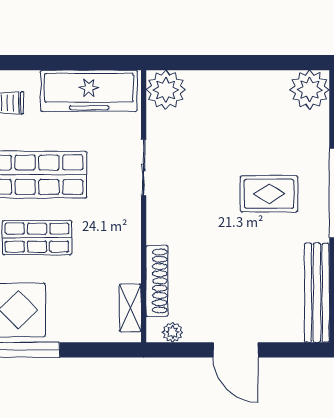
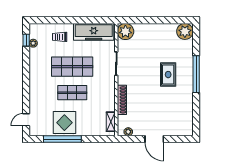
rug: (269, 194) -> (168, 75), turned 90
shoe rack: (157, 281) -> (122, 100), moved
bench: (317, 293) -> (188, 115), removed

